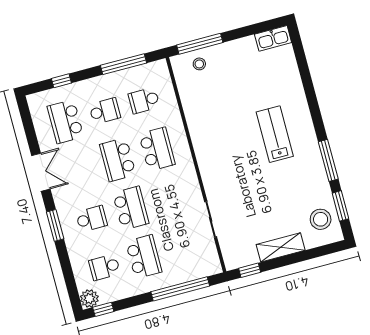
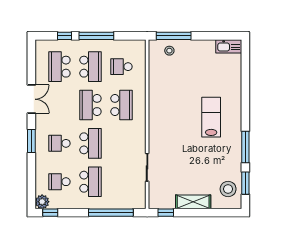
window: (124, 64) -> (96, 36), moved
school desk: (105, 111) -> (90, 67), width x1.85
school desk: (91, 219) -> (59, 143), turned 180

